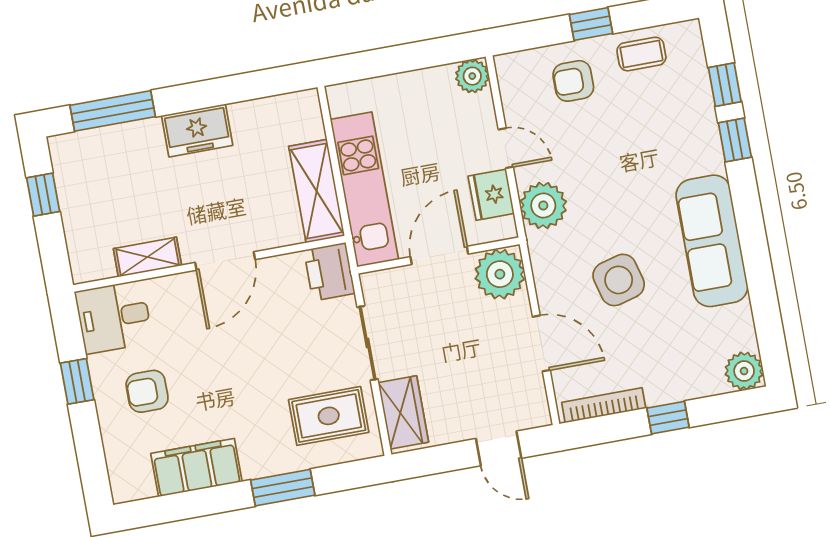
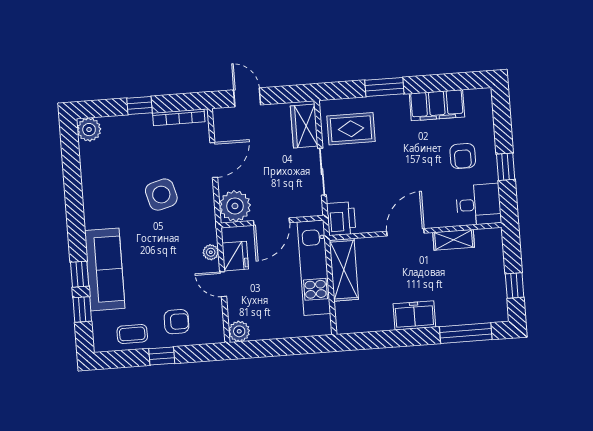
plant: (543, 205) -> (211, 252), width x0.53, depth x0.53
sofa: (712, 241) -> (105, 269), moved
door: (541, 343) -> (214, 160), swing flipped
armchair: (147, 391) -> (463, 156), turned 90

